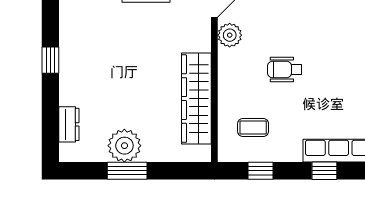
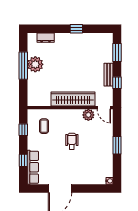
wardrobe: (196, 99) -> (73, 99), moved
window: (127, 171) -> (23, 66), width x1.44

